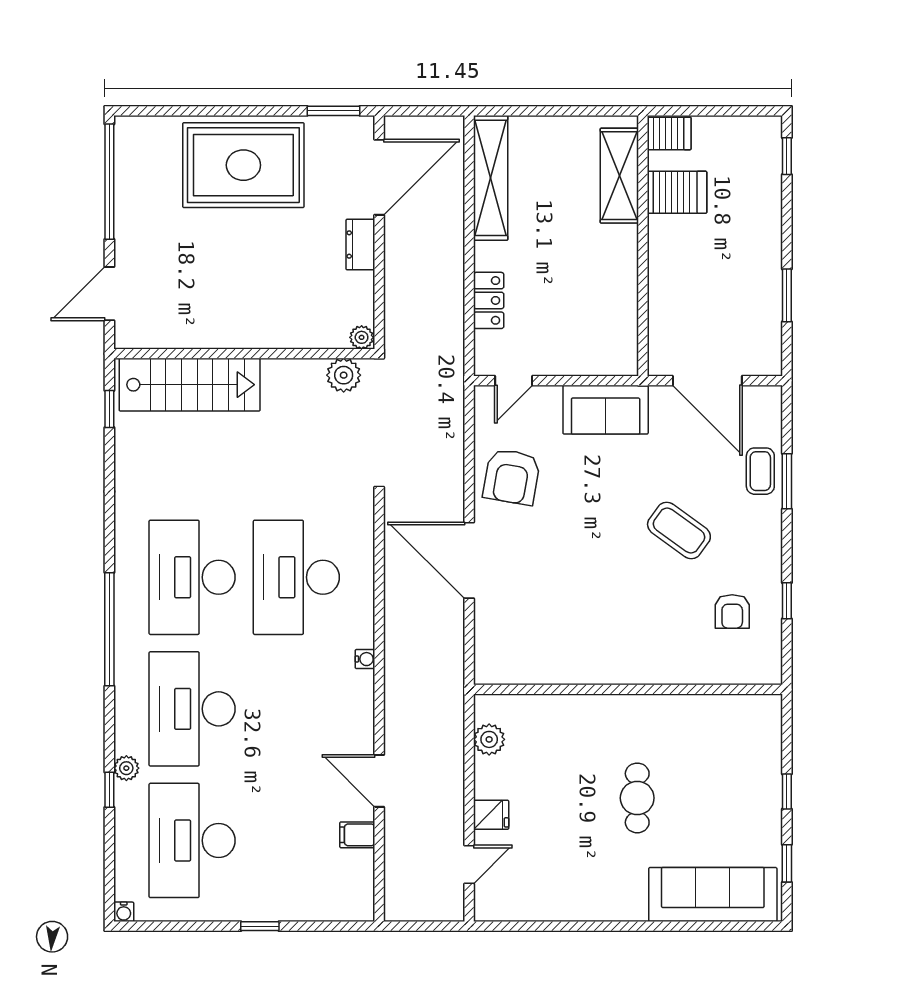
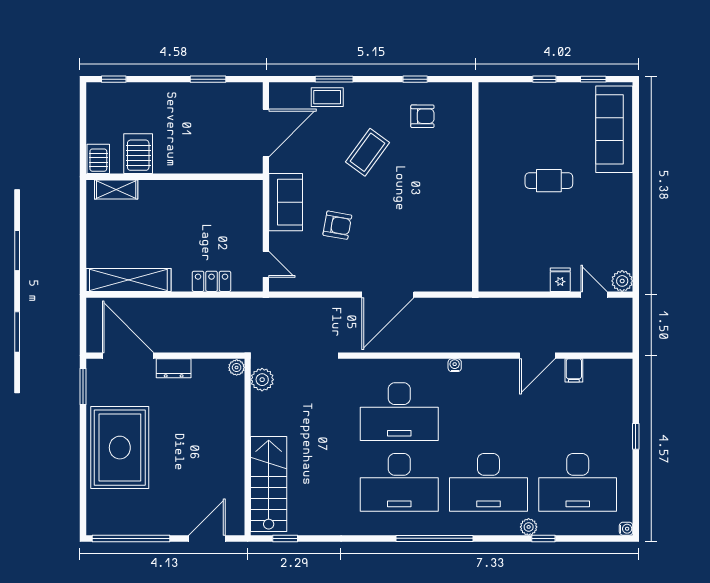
shelving: (619, 176) -> (116, 189), width x0.67, depth x0.75
door: (109, 294) -> (207, 538), swing flipped
armchair: (512, 477) -> (337, 225), moved, width x0.72, depth x0.72
plant: (489, 739) -> (622, 281), moved

